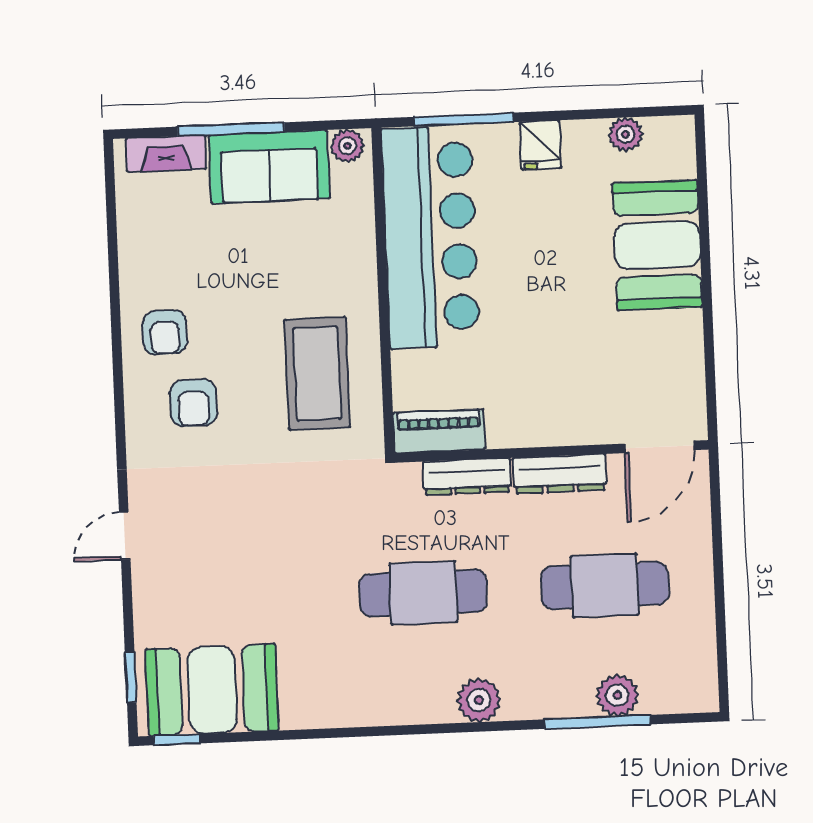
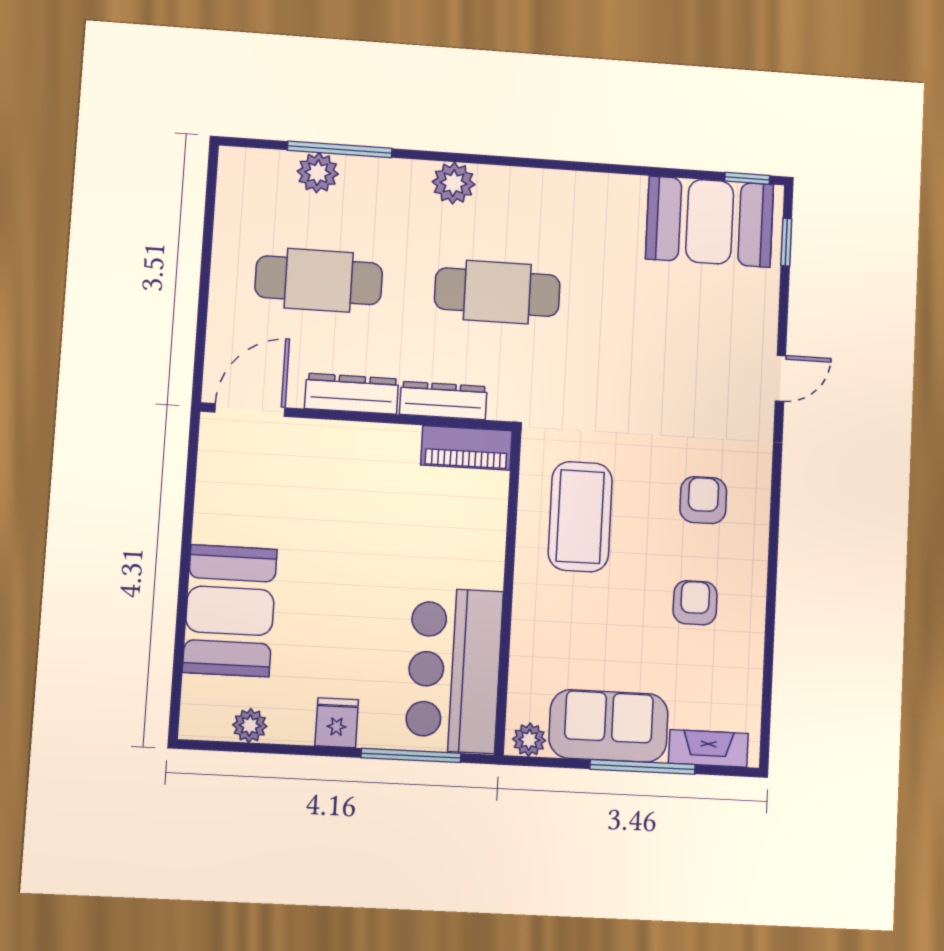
bar counter: (430, 237) -> (454, 670), width x0.73
armchair: (165, 332) -> (695, 603), moved

